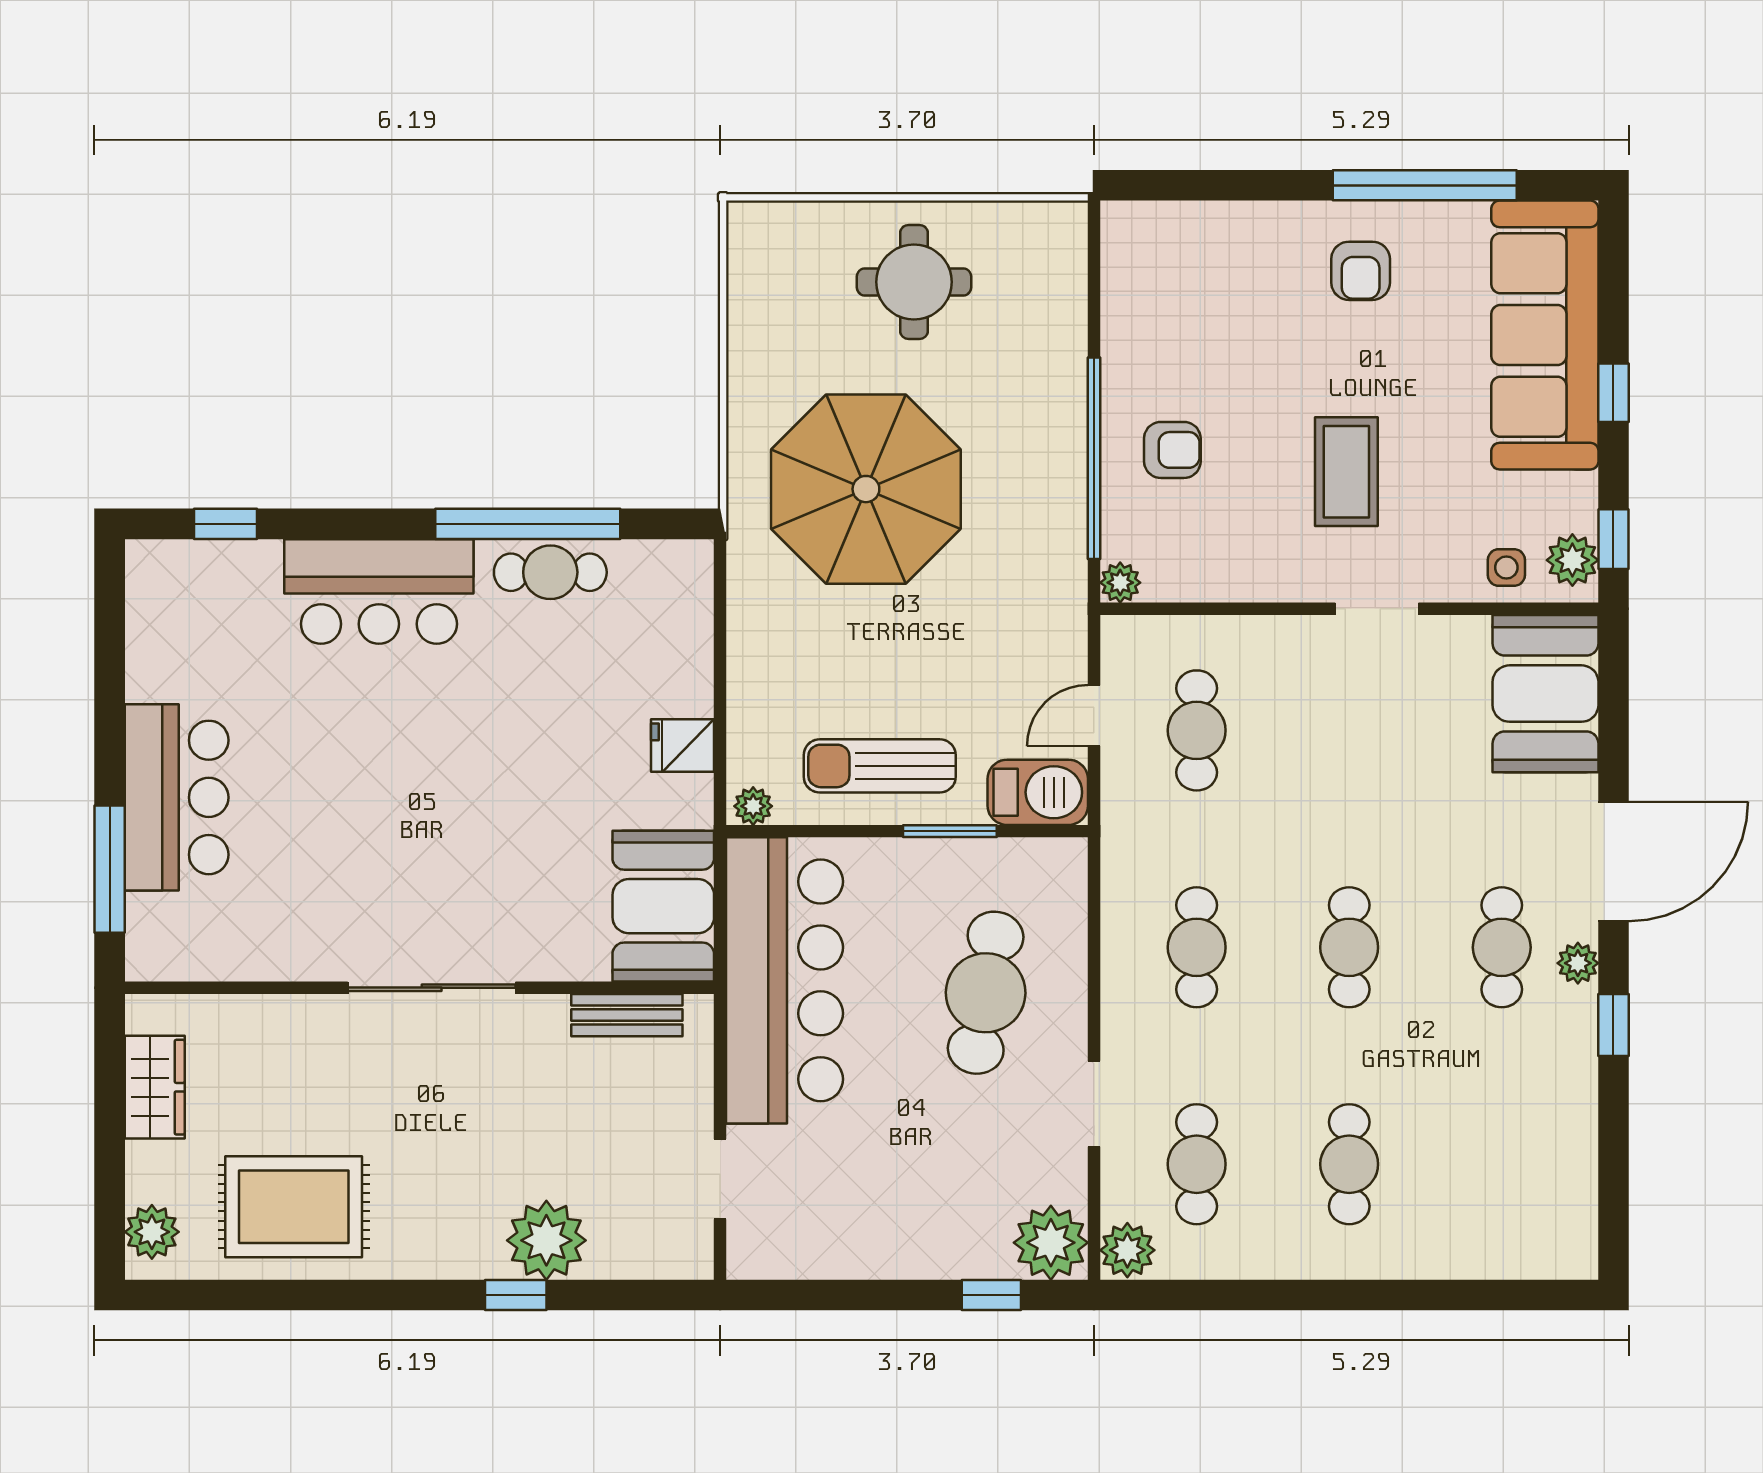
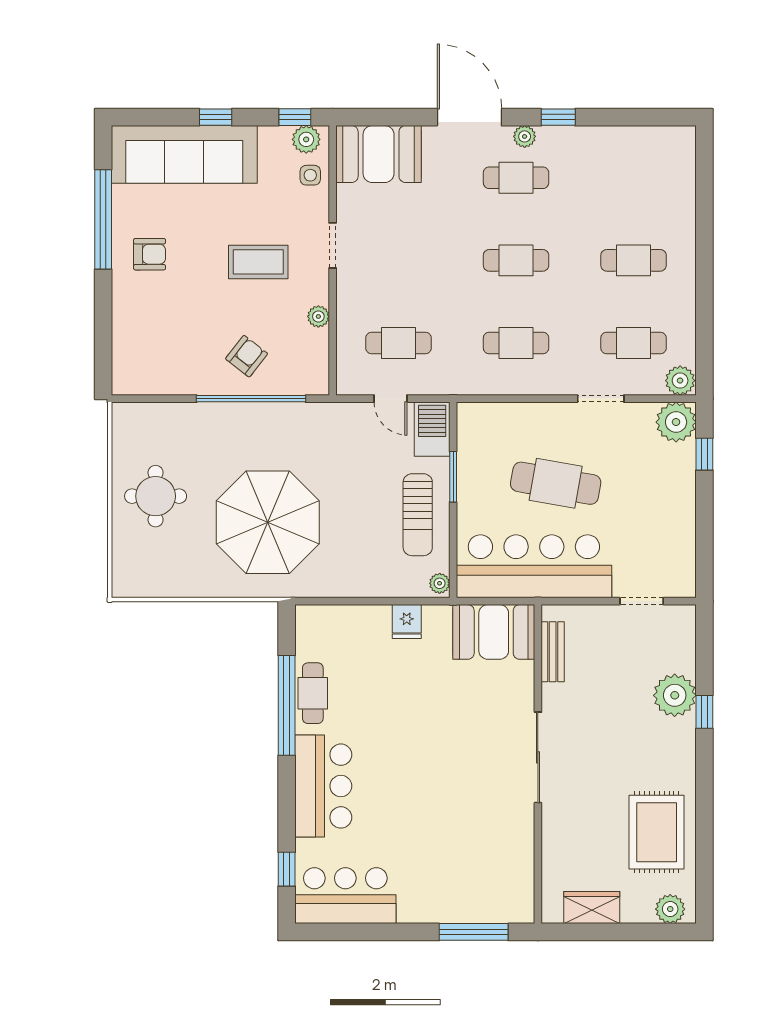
armchair: (1172, 450) -> (247, 356), turned 38
plant: (1120, 583) -> (318, 316), moved
bar counter: (177, 797) -> (345, 896), moved
cafe table: (986, 993) -> (556, 483), moved

